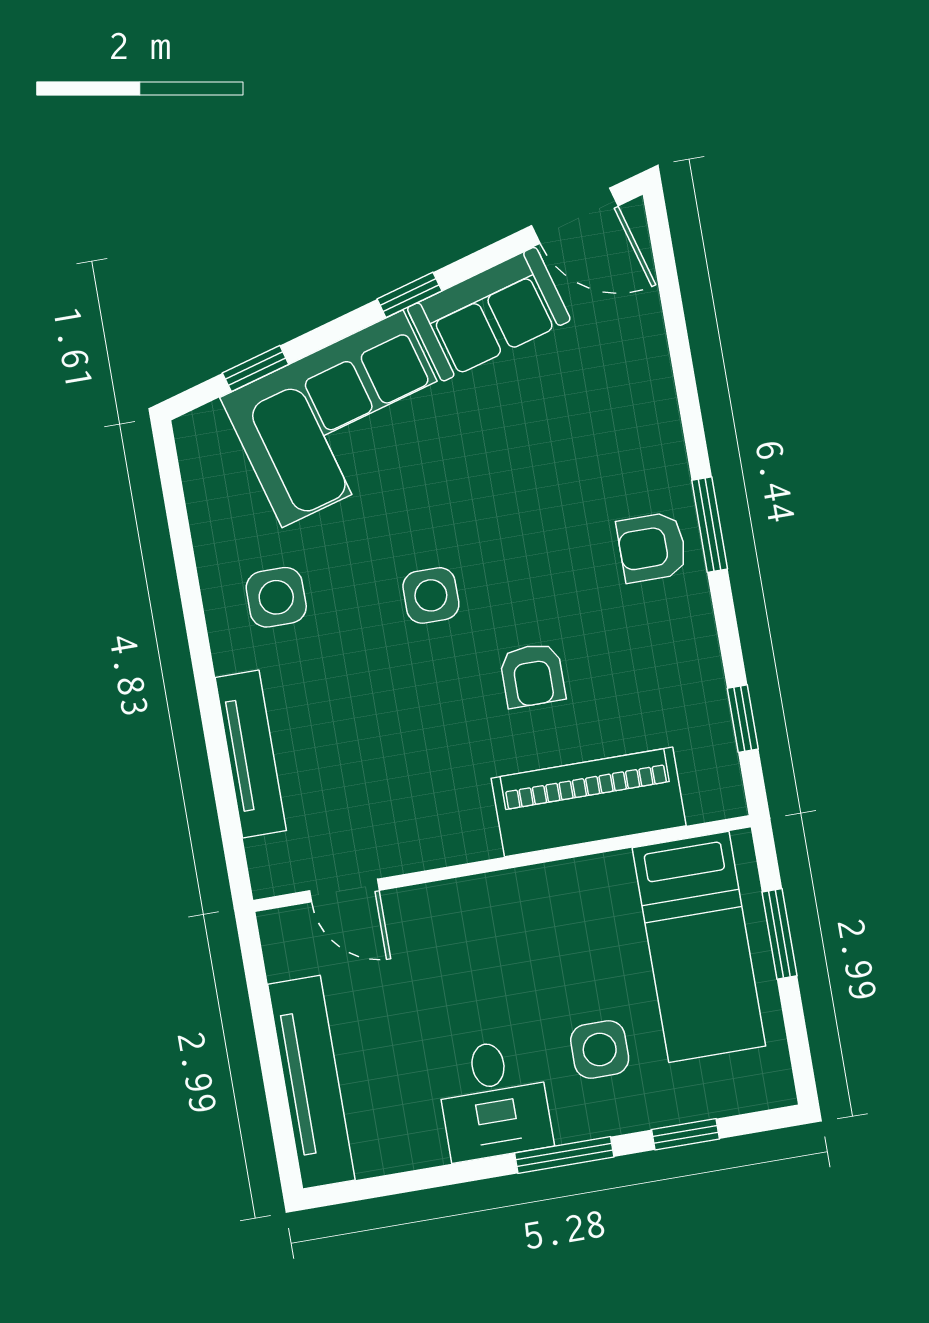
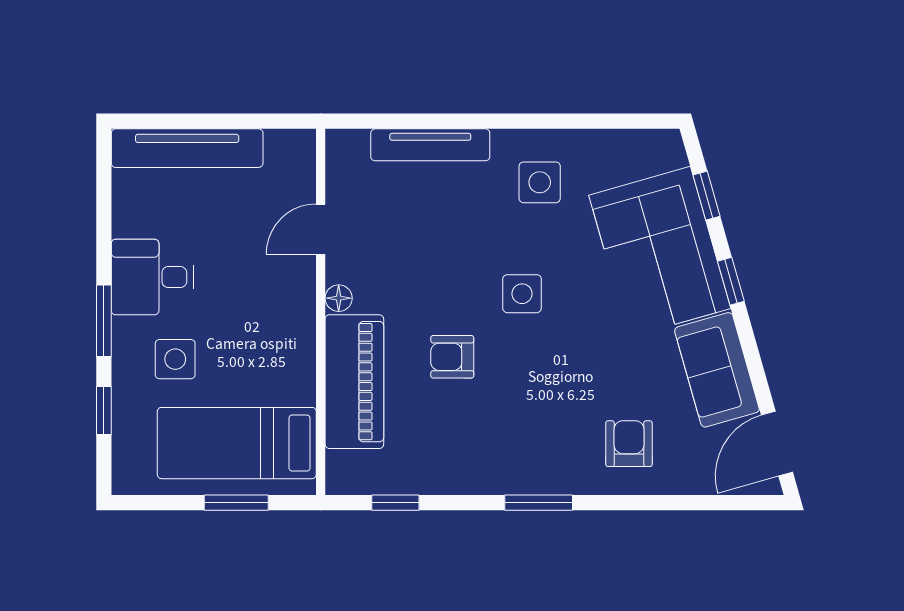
window: (409, 295) -> (731, 281), moved
armchair: (652, 547) -> (629, 444), moved
floor lamp: (479, 842) -> (339, 298), added
door: (344, 891) -> (321, 229), moved

